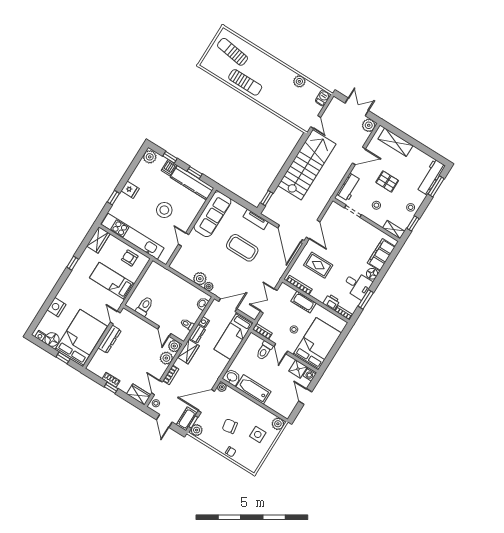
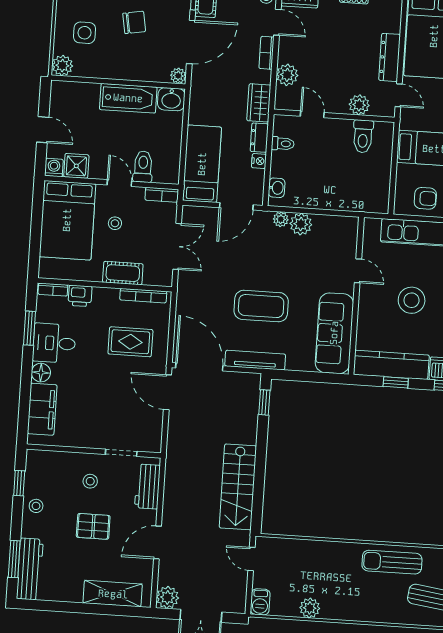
stairs: (307, 165) -> (238, 487), width x0.73, depth x0.66
tv unit: (256, 219) -> (255, 360), width x1.41
shelving: (394, 230) -> (44, 458), removed
plant: (174, 346) -> (359, 105), moved

